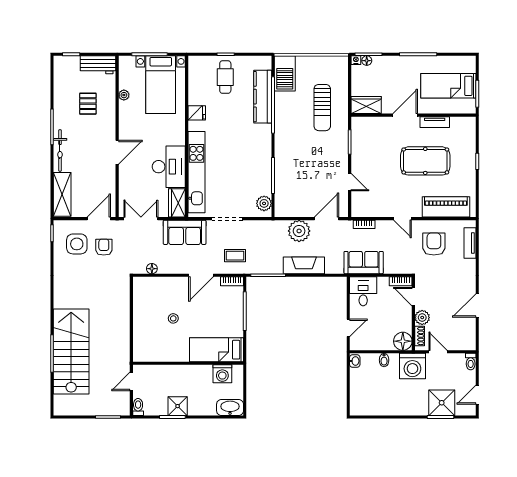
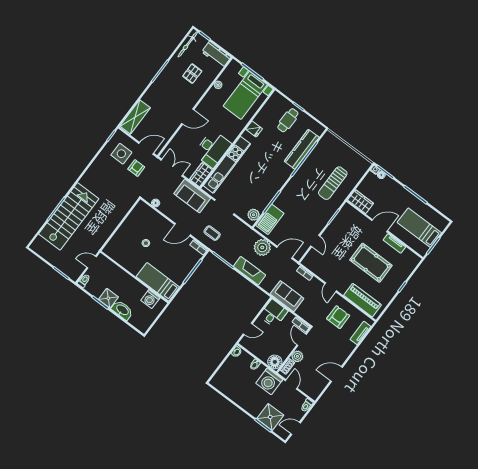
barbecue: (285, 73) -> (270, 219), moved
bicycle: (60, 150) -> (188, 44), moved
washbasin: (230, 407) -> (122, 310), moved

